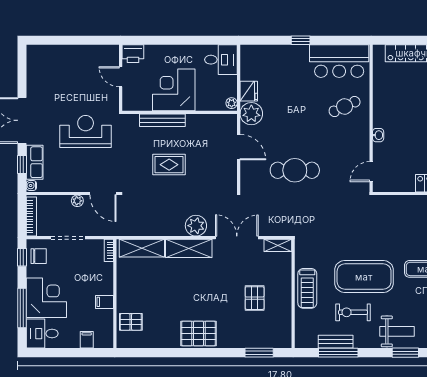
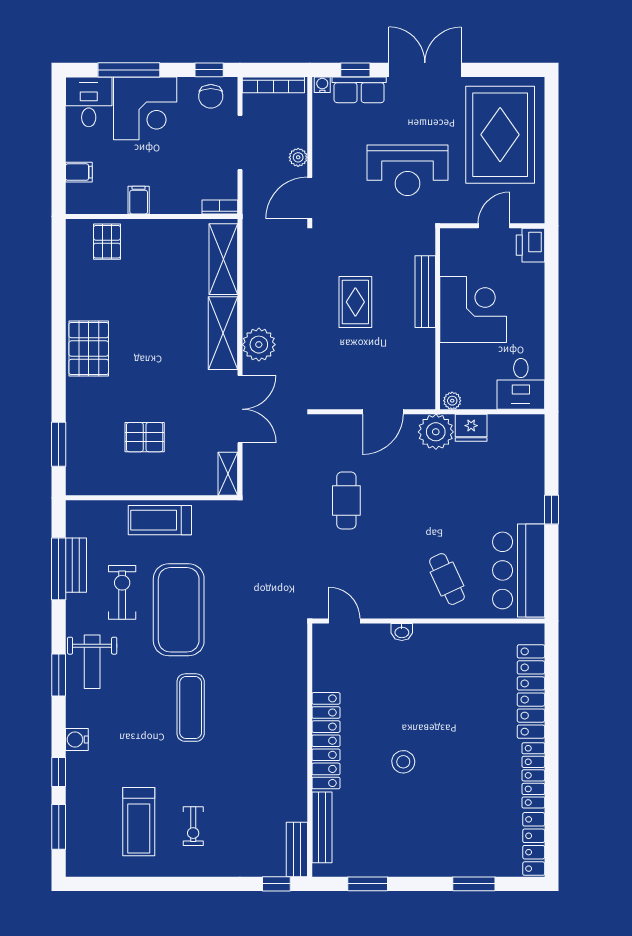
rug: (63, 73) -> (500, 135), added
reception desk: (86, 131) -> (408, 170), turned 90
cafe table: (295, 170) -> (346, 500), width x0.73, depth x0.74

